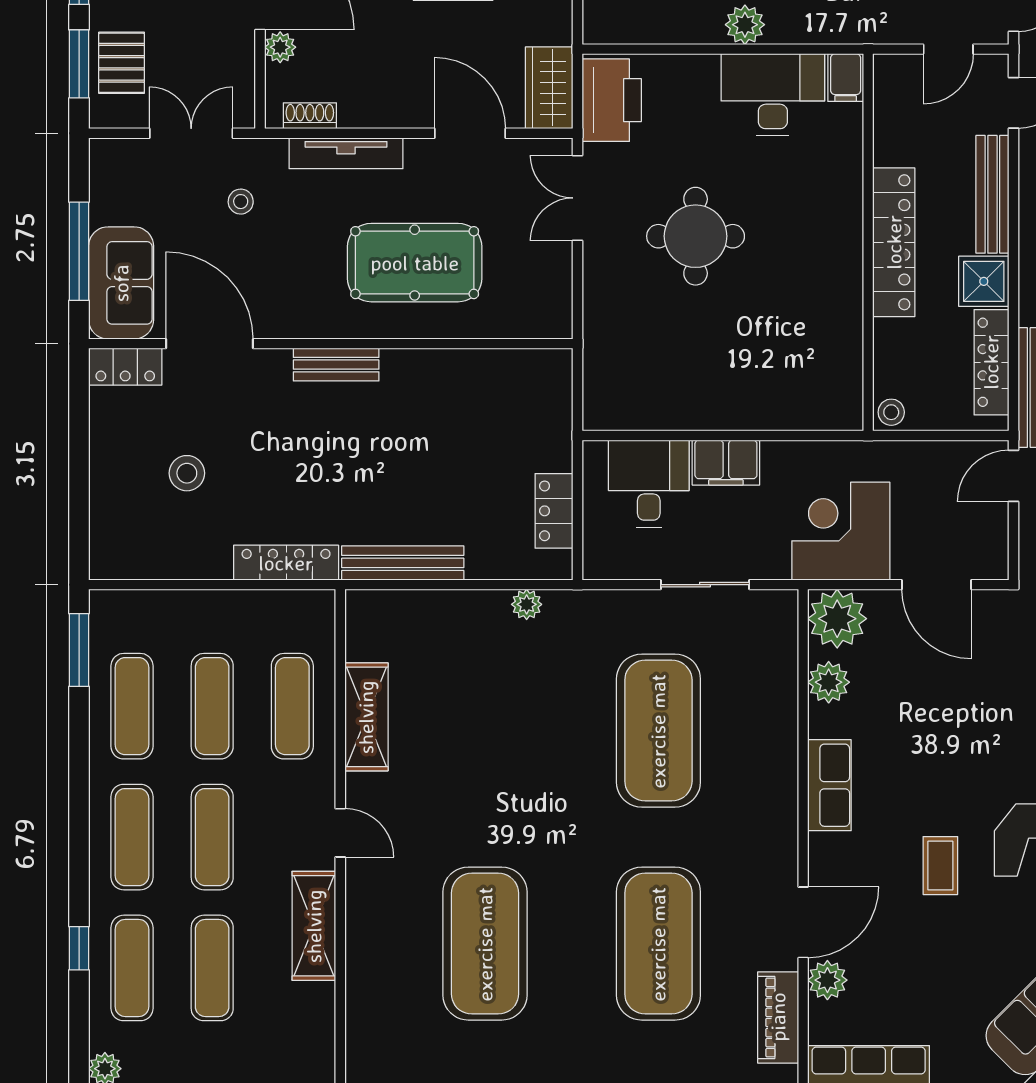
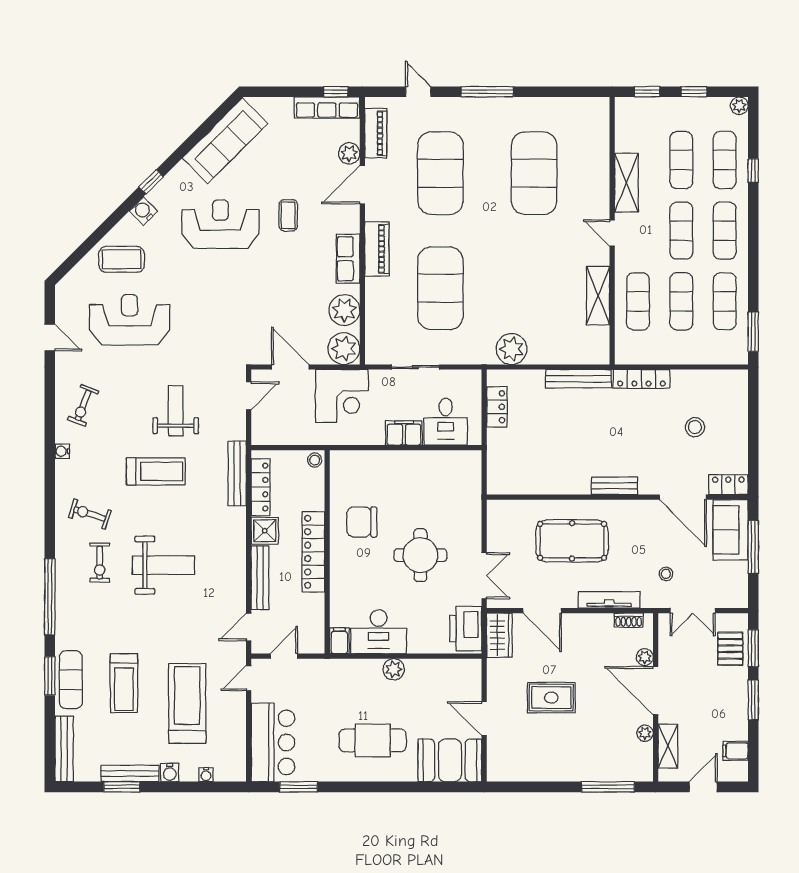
chair: (804, 297) -> (362, 522), added
door: (1013, 476) -> (249, 396), moved
plant: (527, 604) -> (512, 349), width x1.88, depth x1.88
plant: (829, 682) -> (344, 310), width x1.36, depth x1.36
piano: (776, 803) -> (377, 249), added

